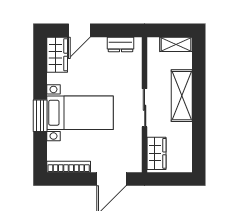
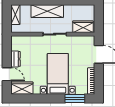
dresser: (120, 44) -> (16, 59), moved
window: (40, 116) -> (75, 99), moved

